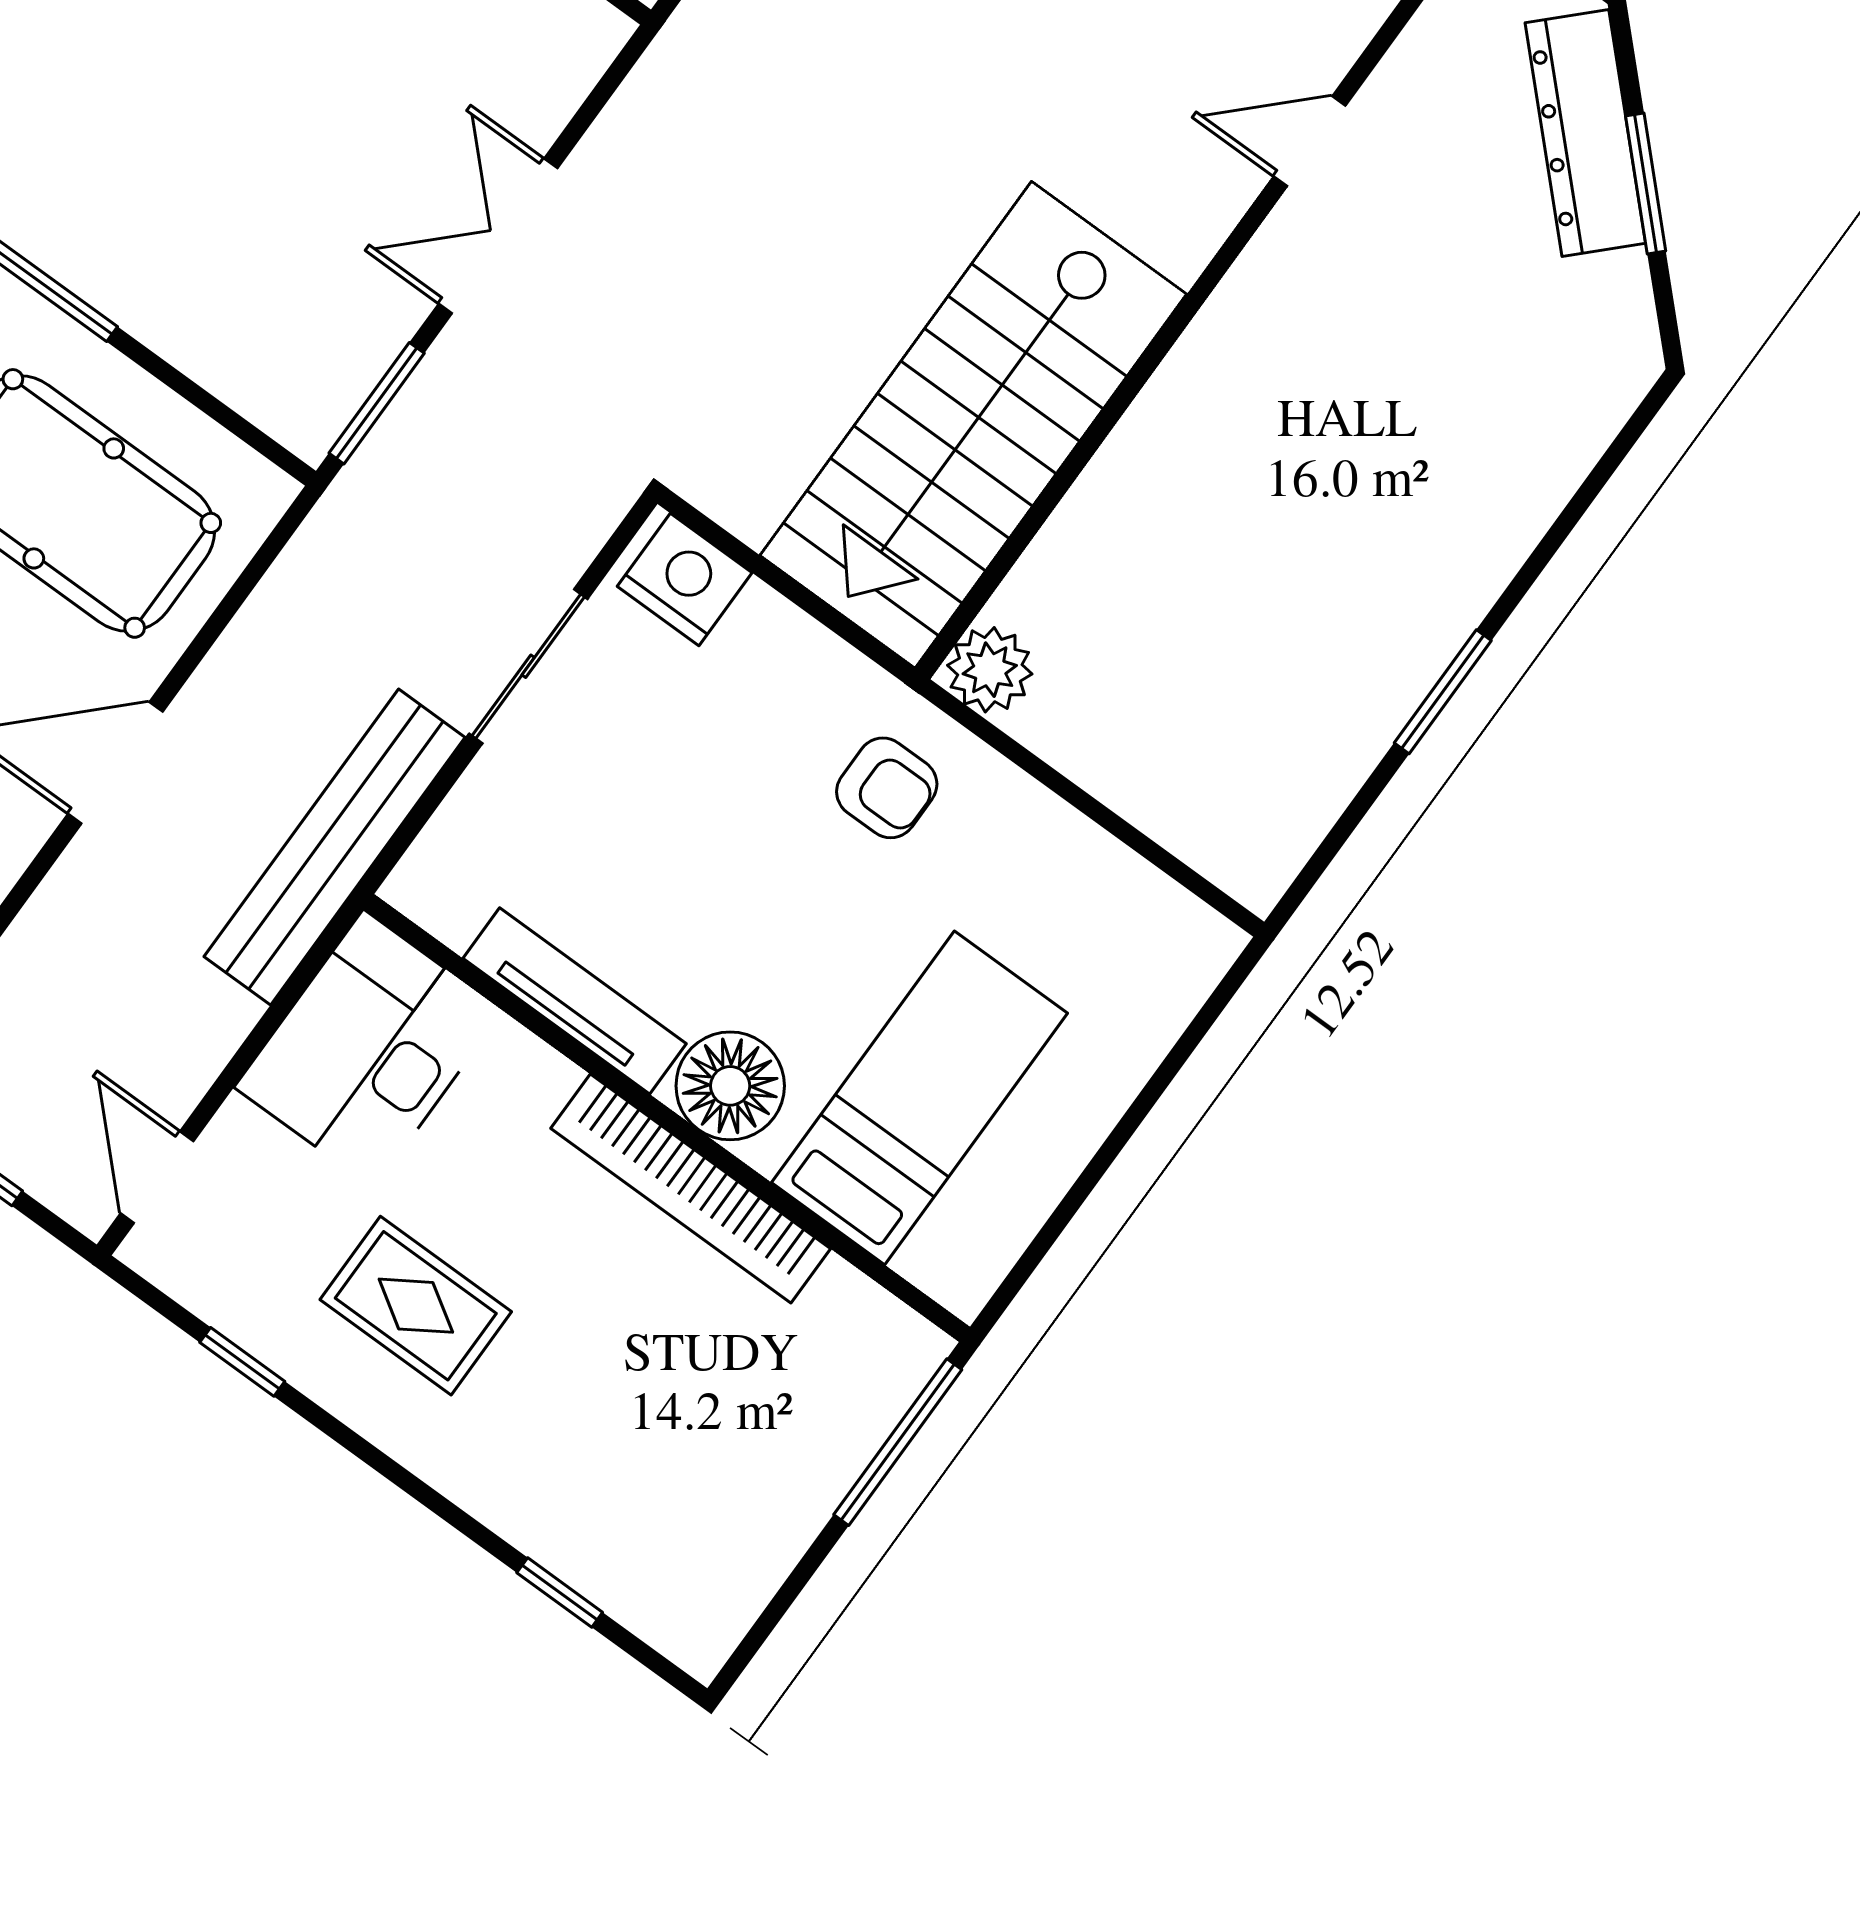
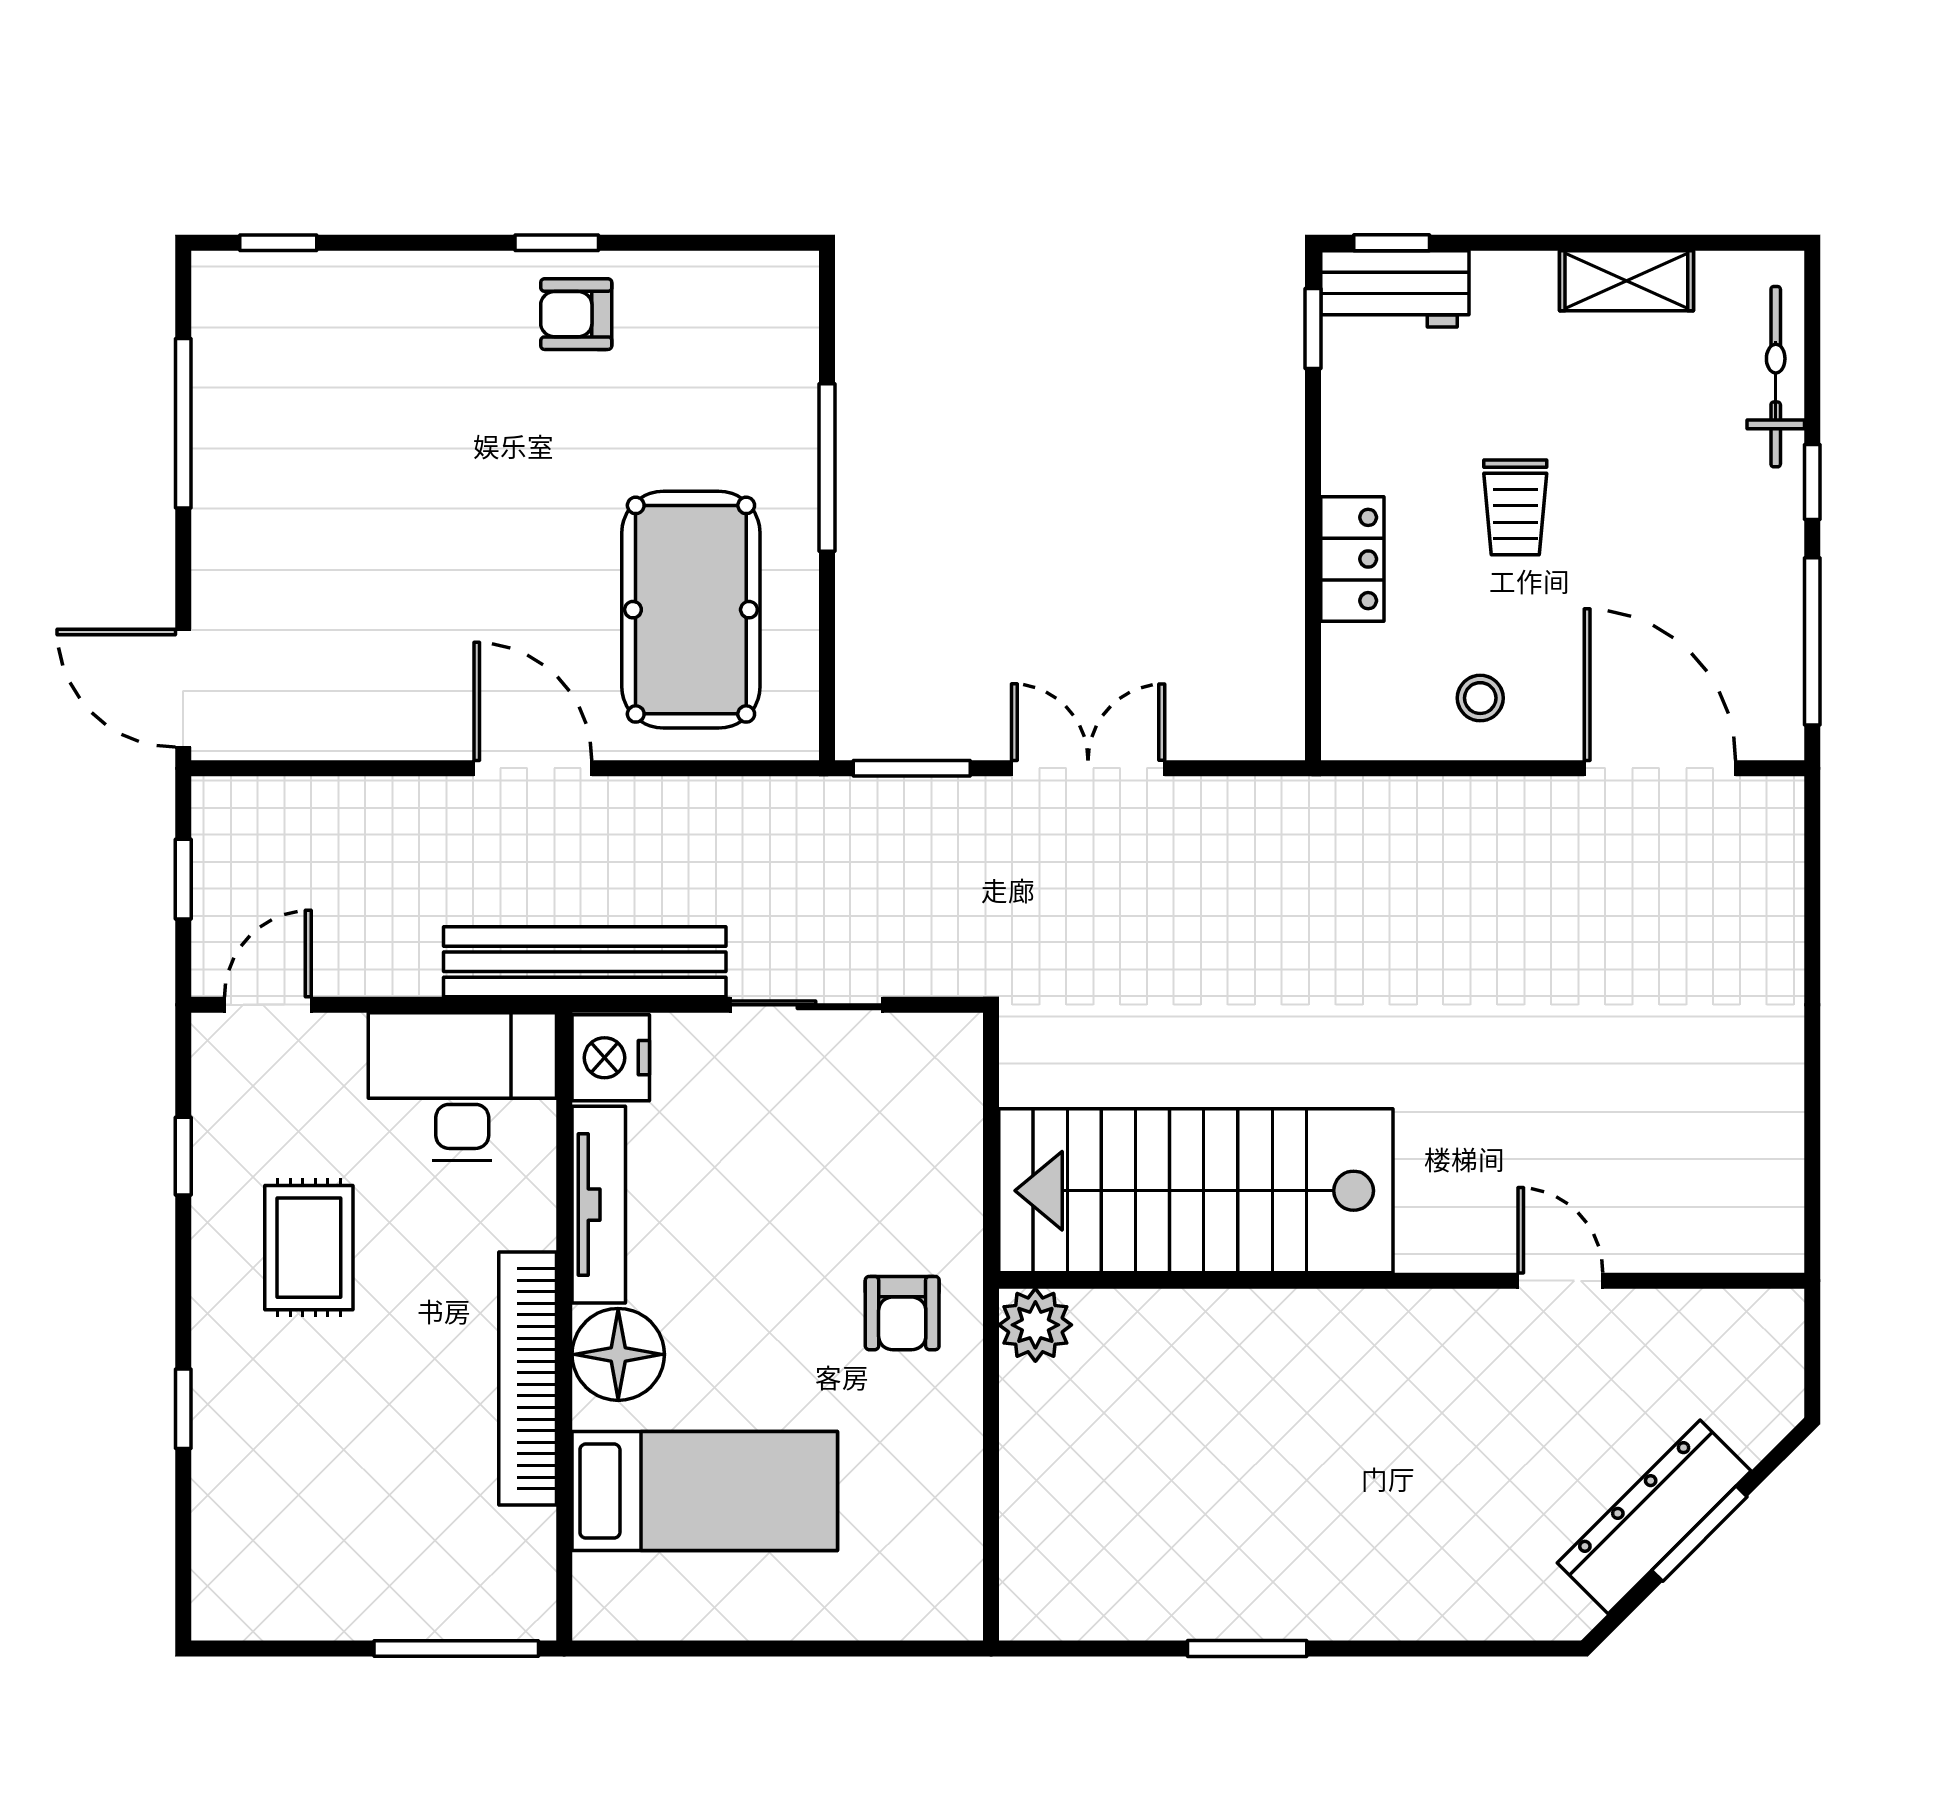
dresser: (1585, 133) -> (1654, 1517), moved
nightstand: (685, 579) -> (611, 1058), moved, turned 180
window: (560, 1593) -> (183, 1409), moved

